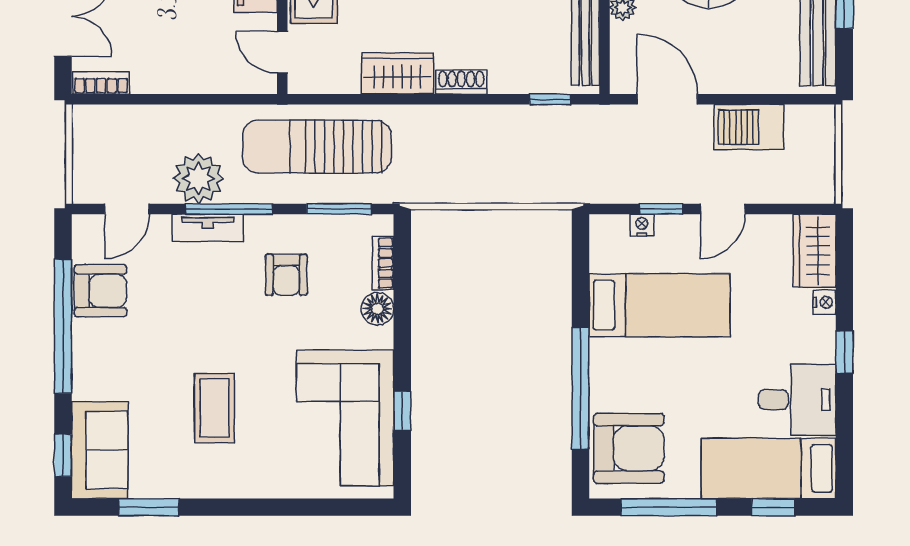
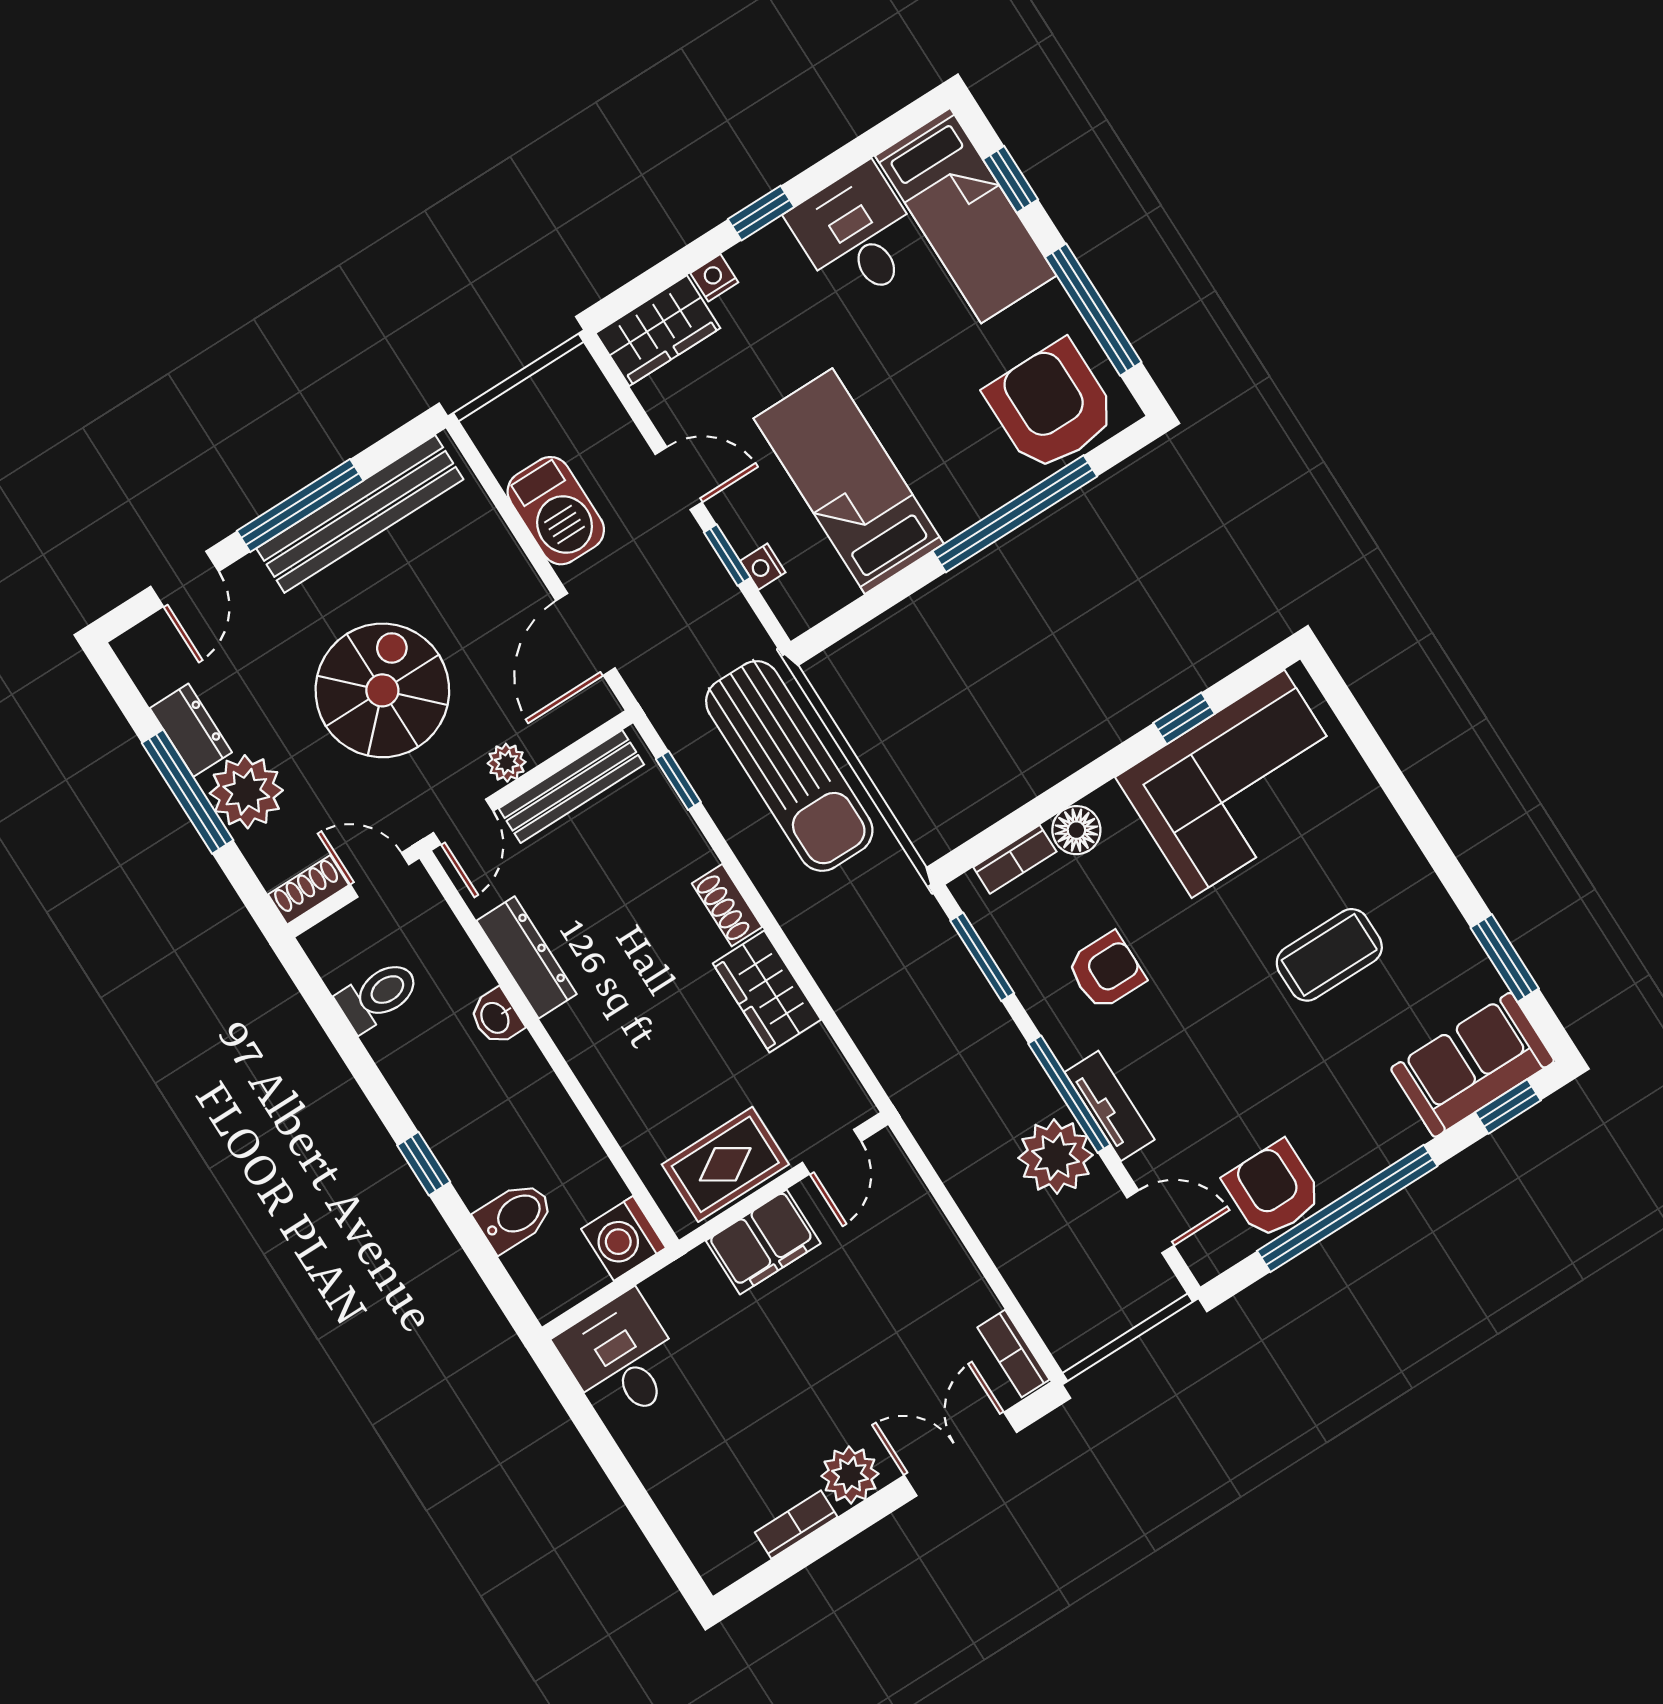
sun lounger: (317, 147) -> (789, 766), moved

